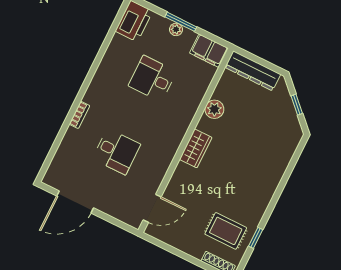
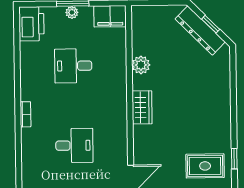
dresser: (253, 71) -> (200, 30), moved, turned 45
bookcase: (79, 115) -> (26, 114), moved

